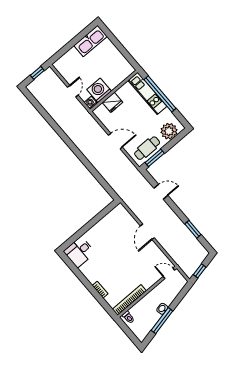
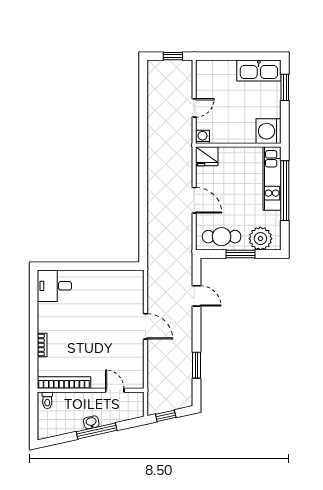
window: (112, 38) -> (285, 87), added
washing machine: (99, 90) -> (269, 131), moved, turned -90
fridge: (113, 102) -> (207, 156), moved
window: (155, 158) -> (241, 254), moved
door: (147, 232) -> (145, 326), swing flipped
door: (169, 273) -> (115, 390), moved
window: (162, 321) -> (97, 431), moved

